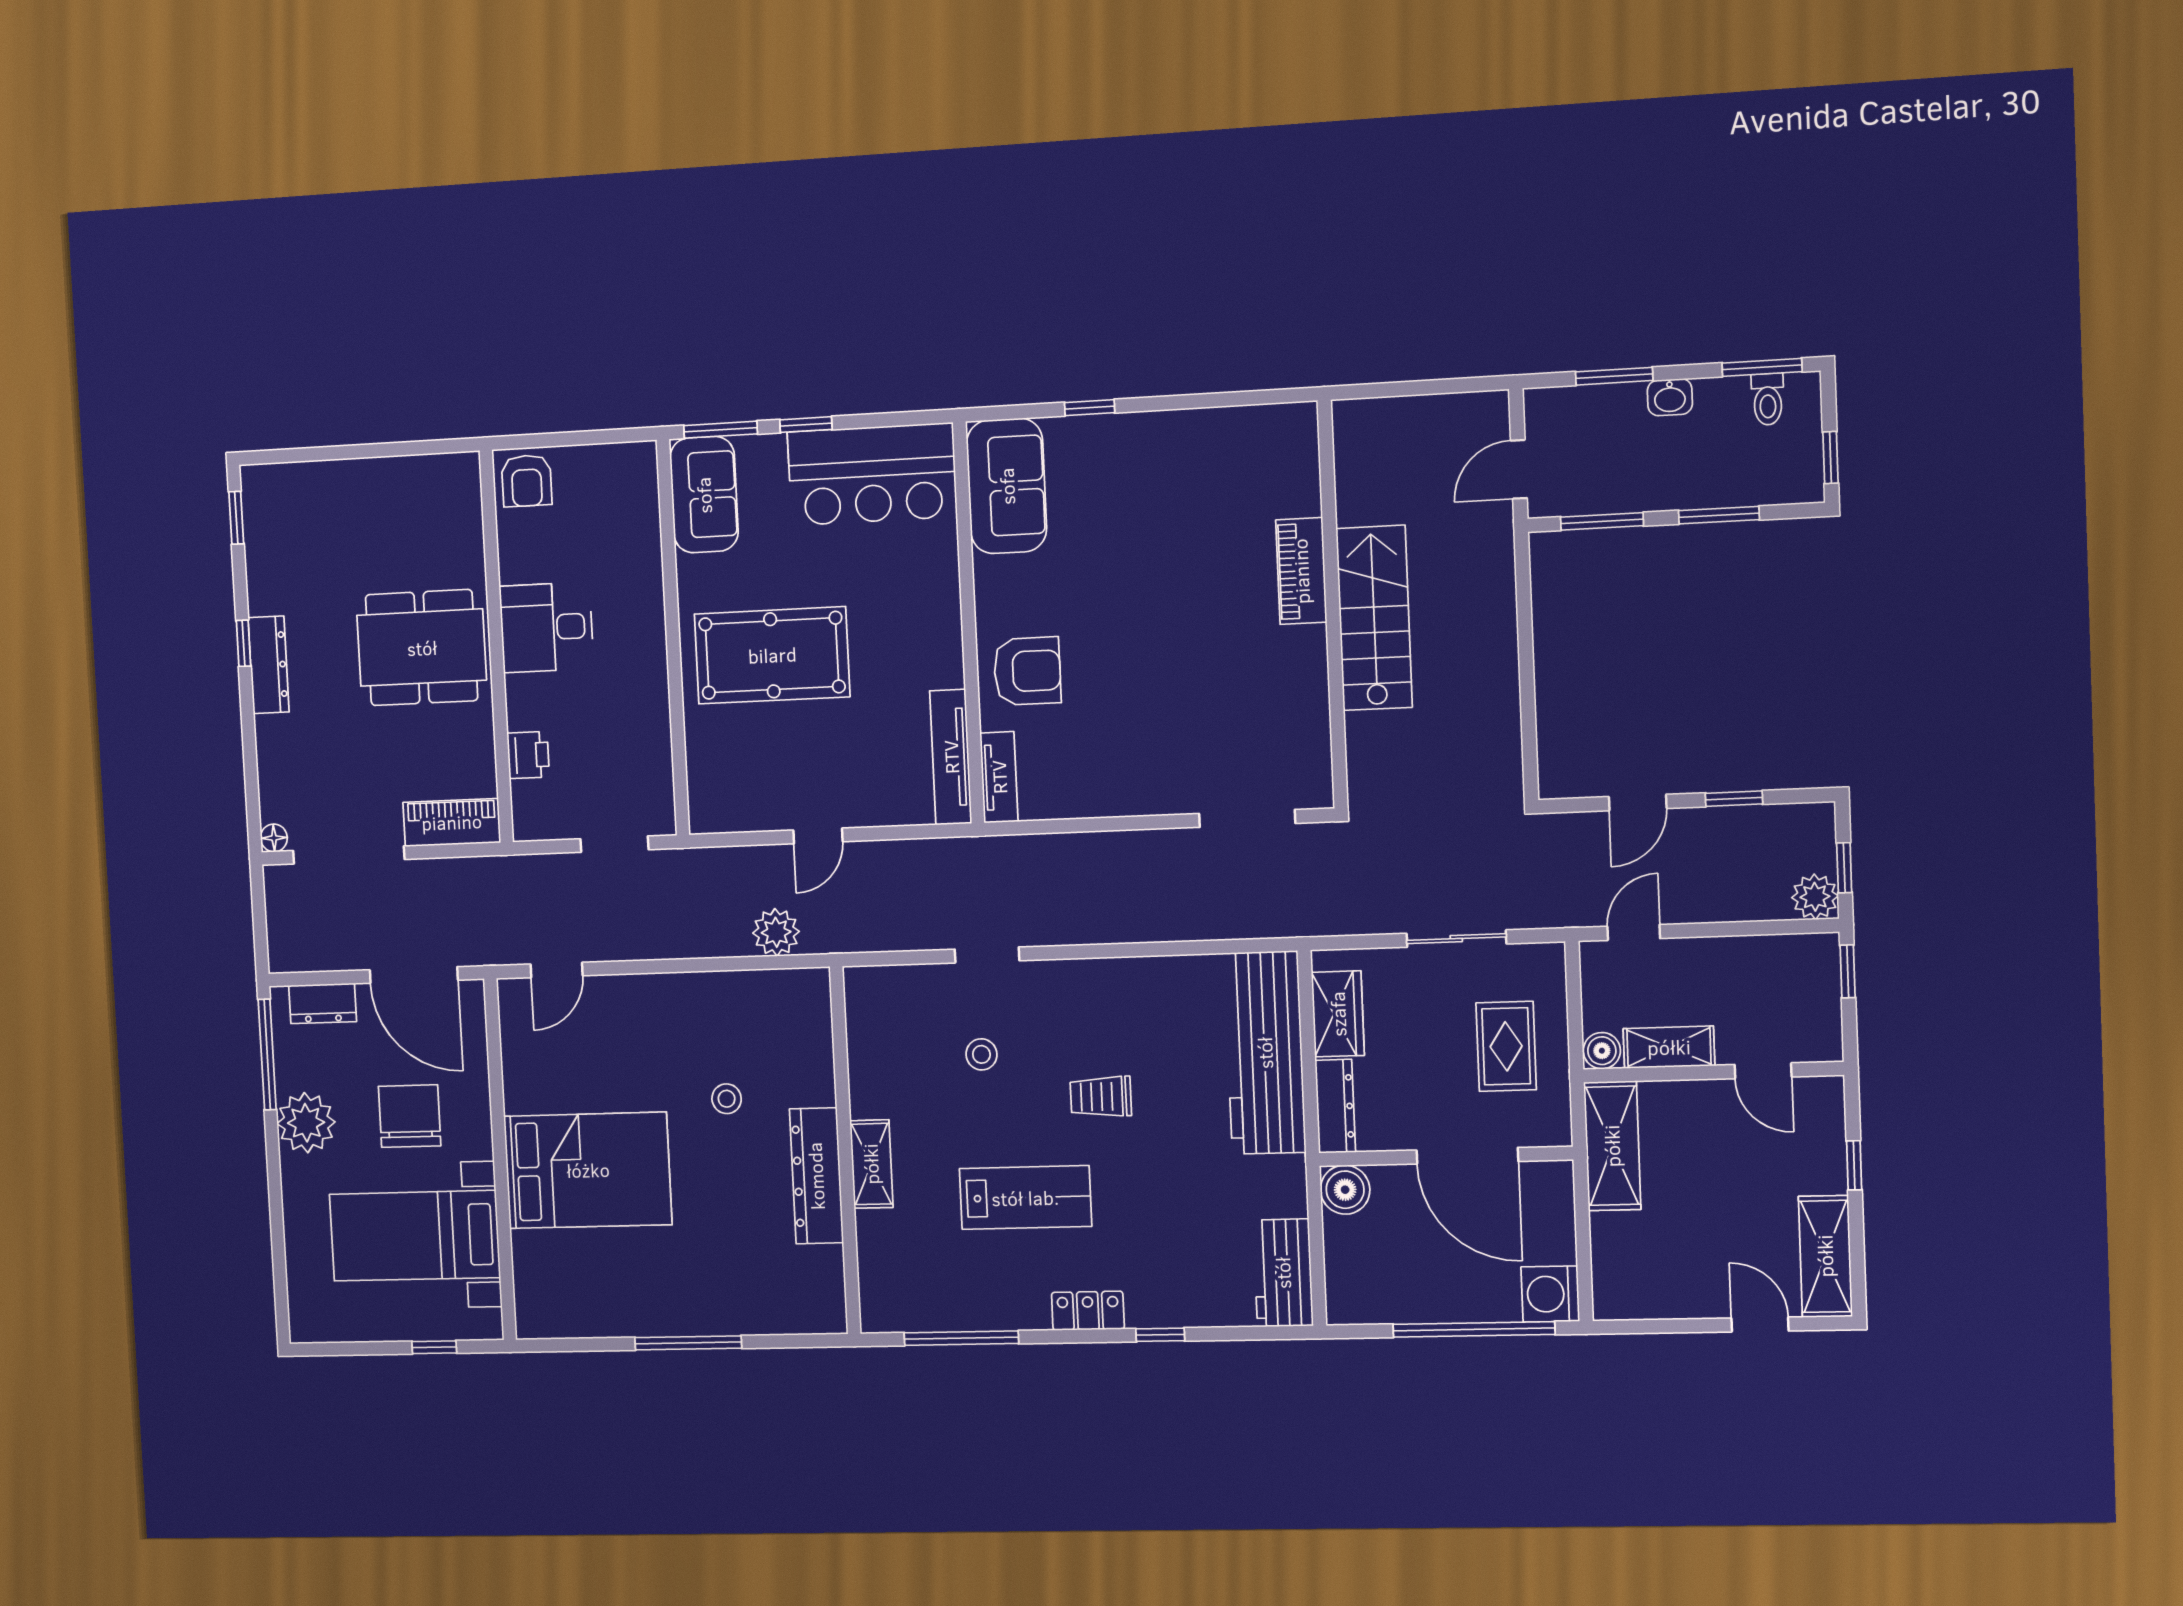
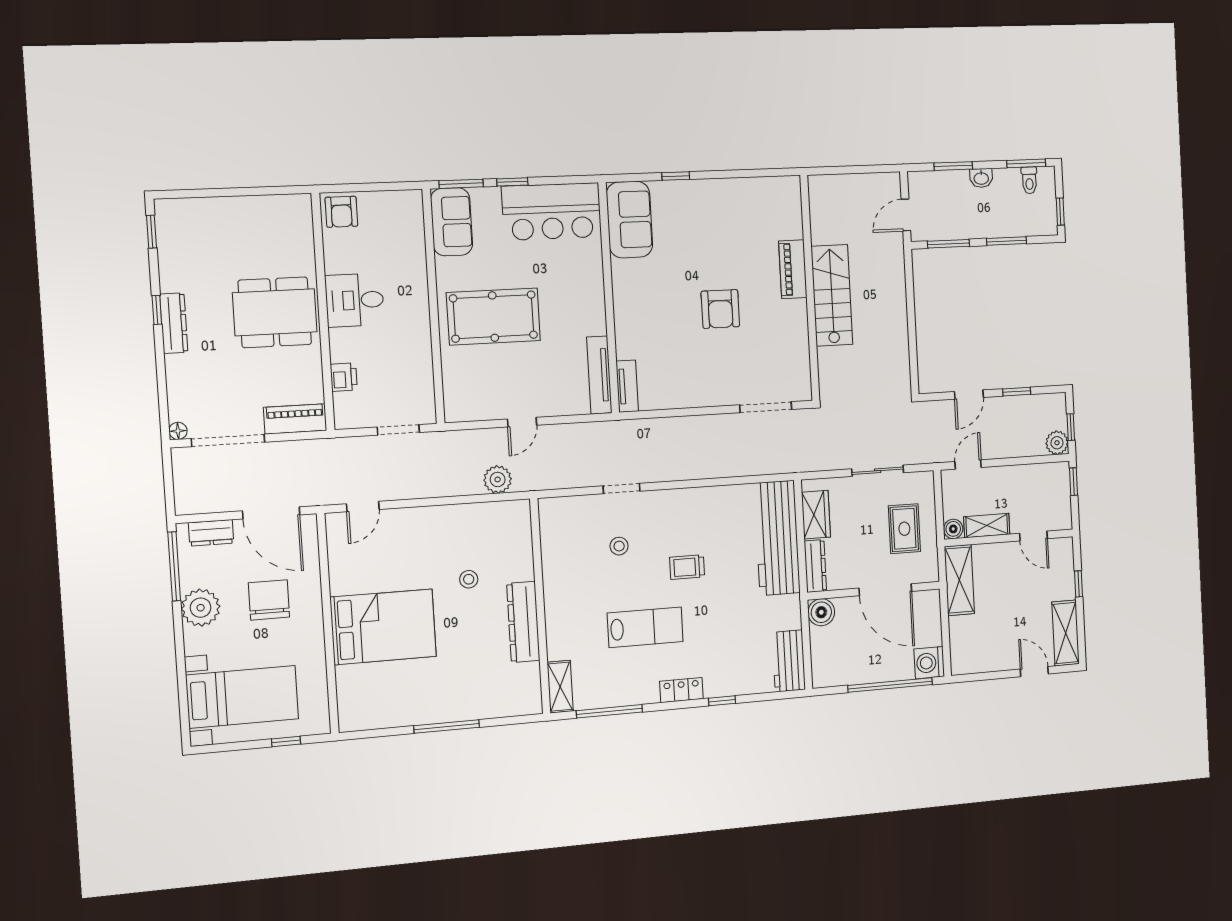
armchair: (1027, 671) -> (720, 309), moved, turned 90
shelving: (871, 1164) -> (560, 687), moved
bed with nightstands: (415, 1236) -> (242, 697), moved, turned 180

